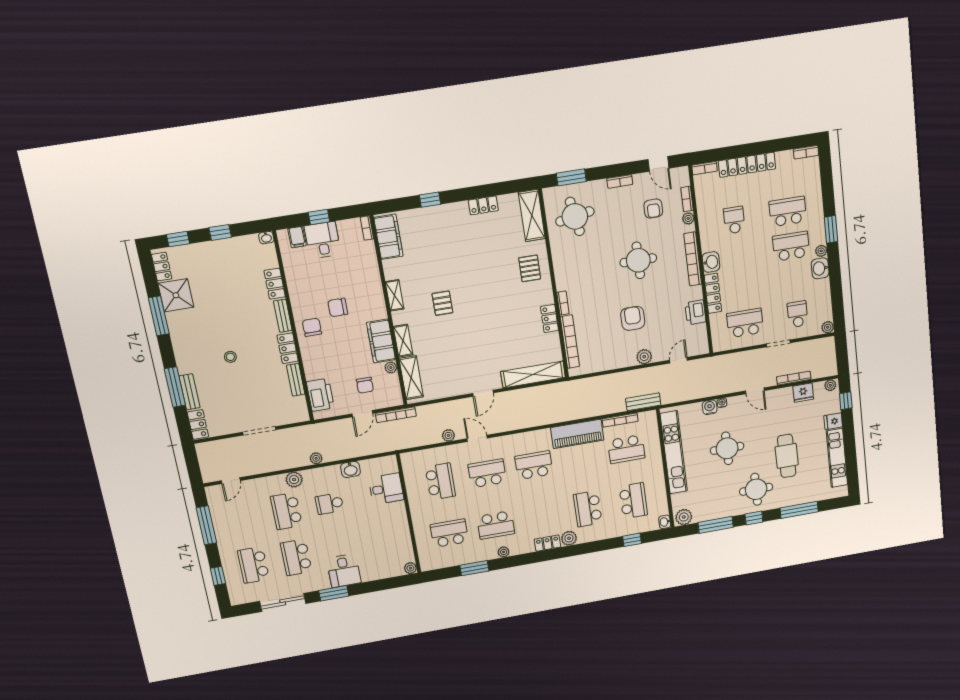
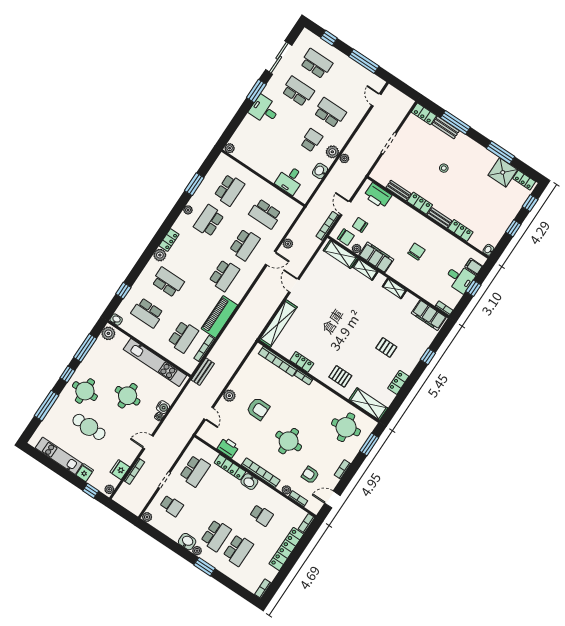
pallet: (442, 303) -> (386, 347), moved
chair: (312, 327) -> (346, 237), moved
school desk: (626, 449) -> (183, 337), turned 180
plant: (294, 480) -> (332, 152), moved

